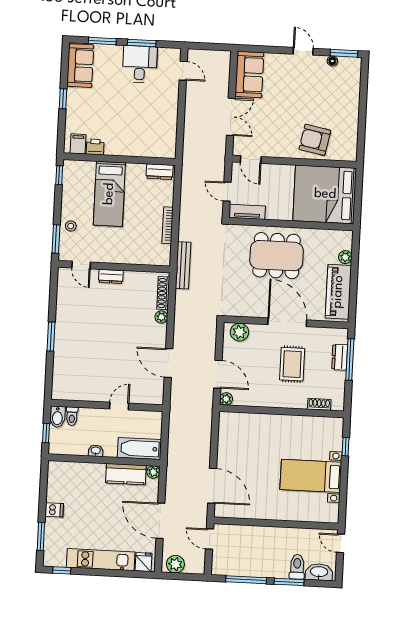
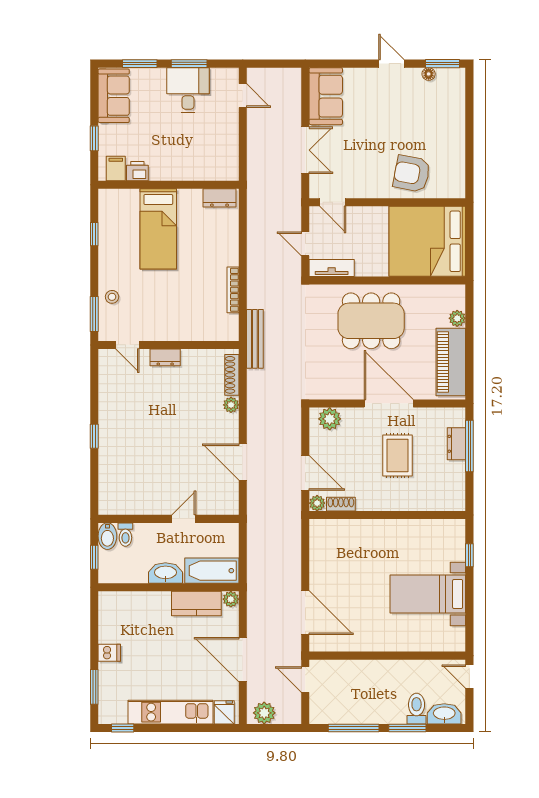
filing cabinet: (78, 144) -> (116, 168), moved
printer: (95, 147) -> (137, 171), moved
wall: (119, 159) -> (168, 185), moved
dresser: (160, 172) -> (219, 198), moved
bed: (109, 194) -> (158, 229), moved
window: (51, 337) -> (94, 436), width x0.67
shoe rack: (319, 404) -> (341, 504), moved
washbasin: (96, 451) -> (165, 573), width x1.91, depth x1.45

